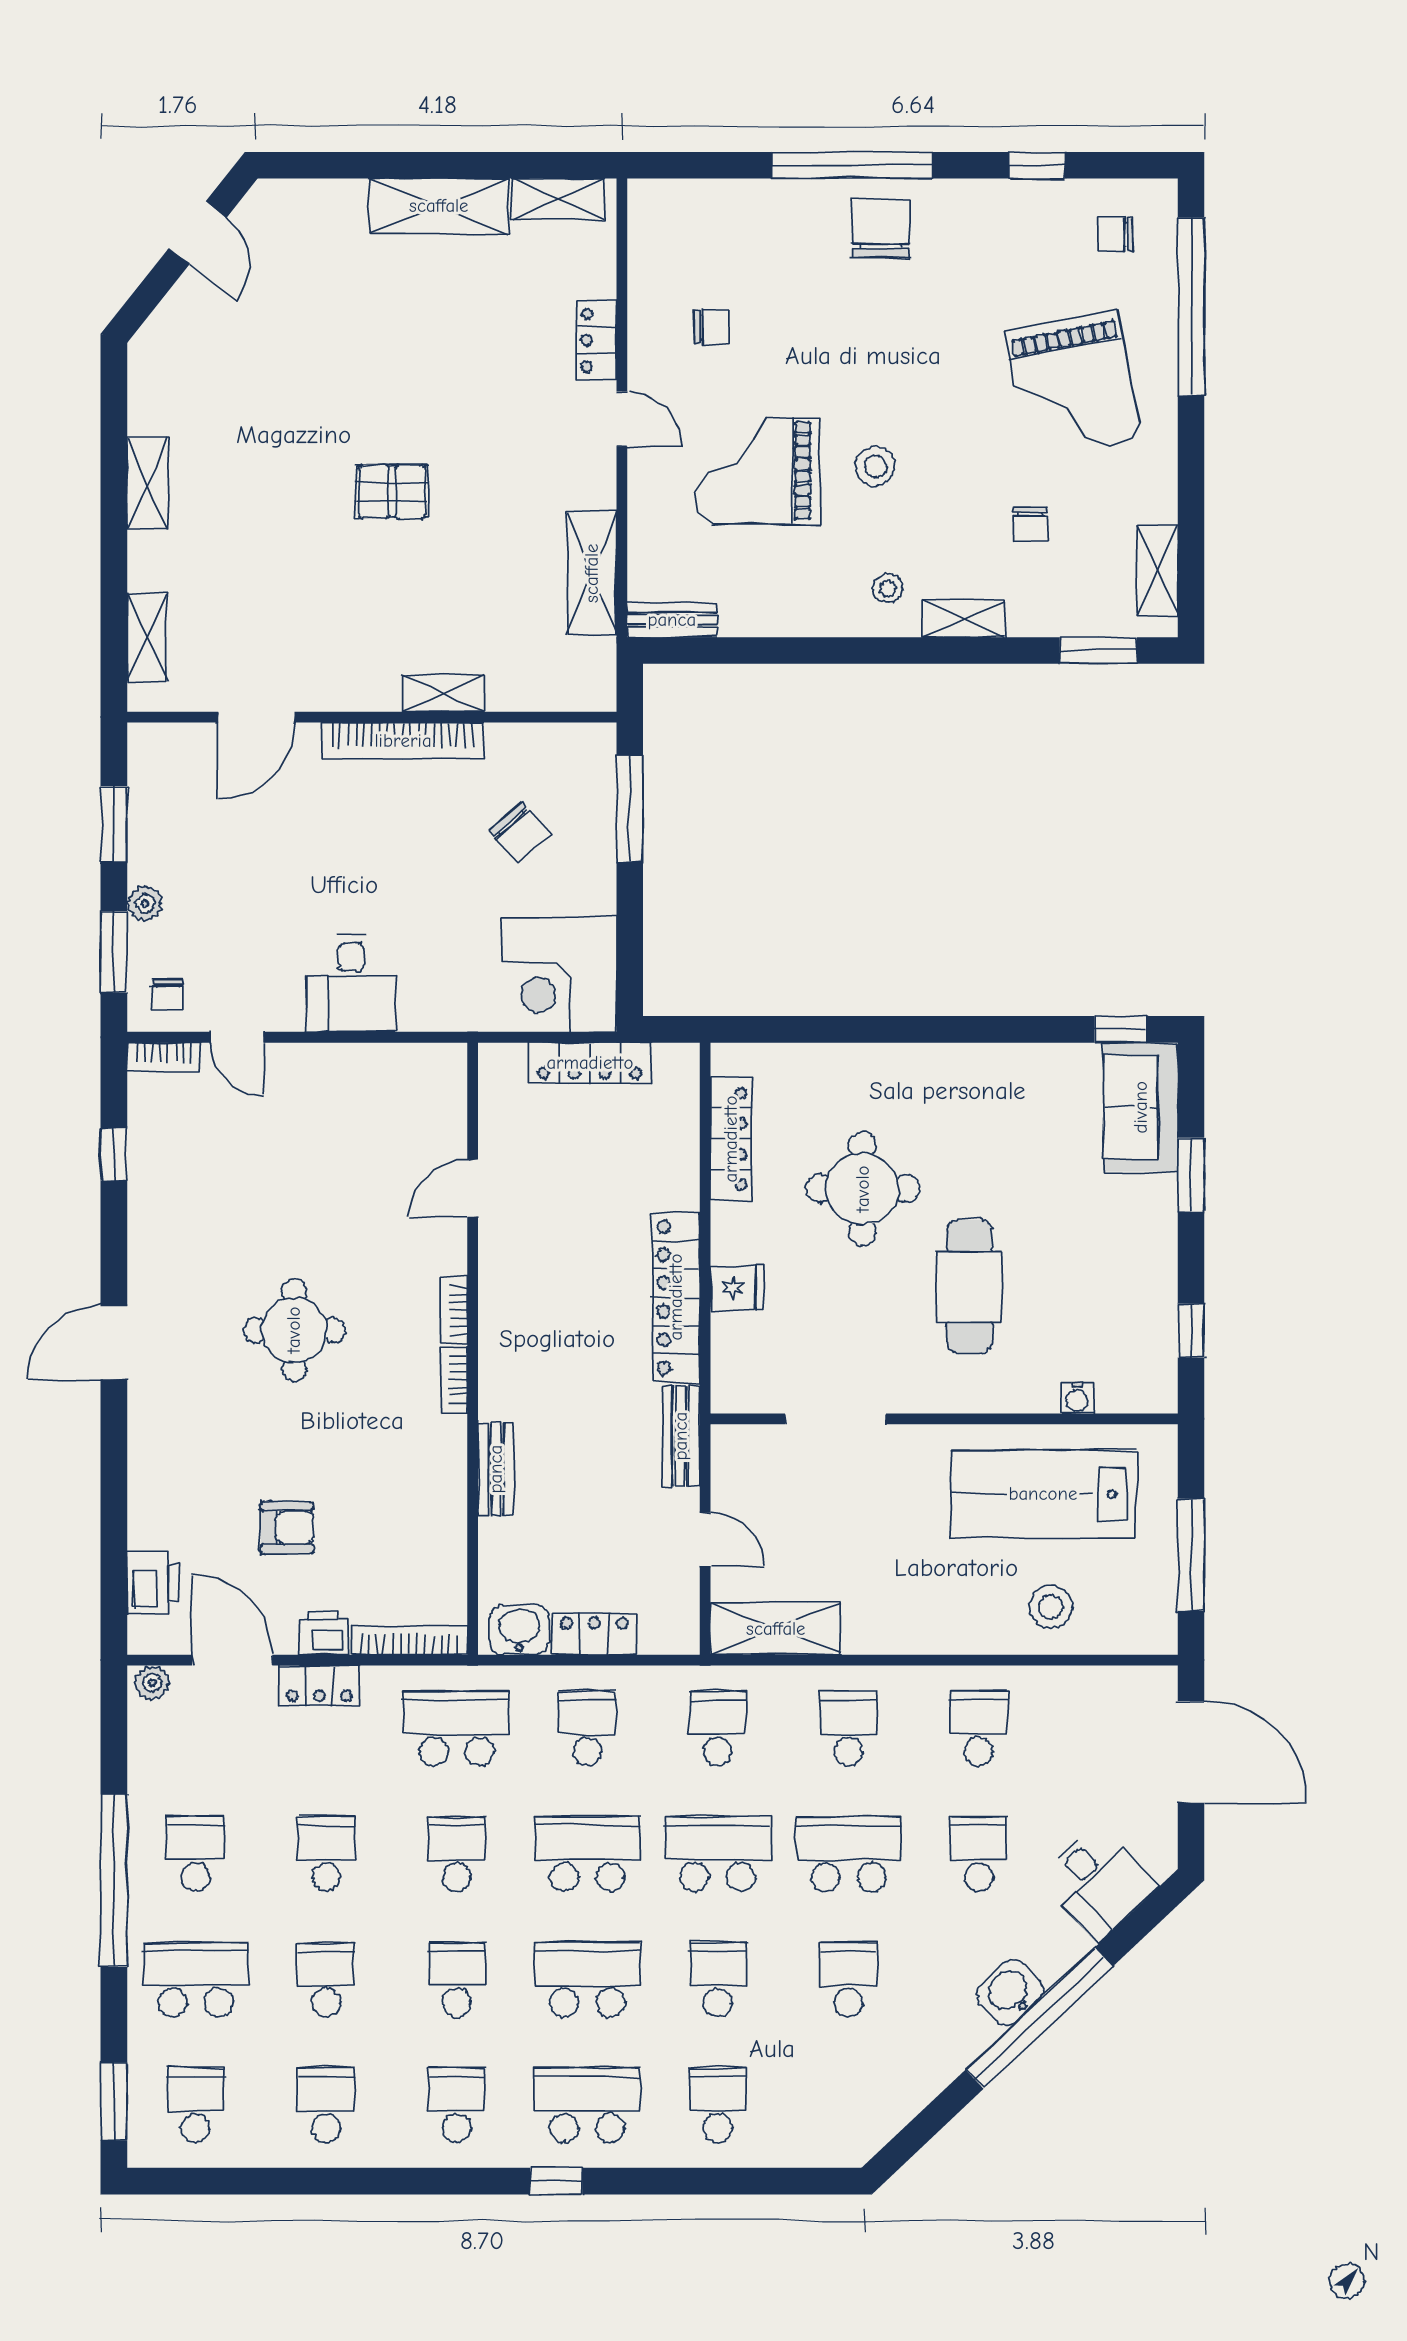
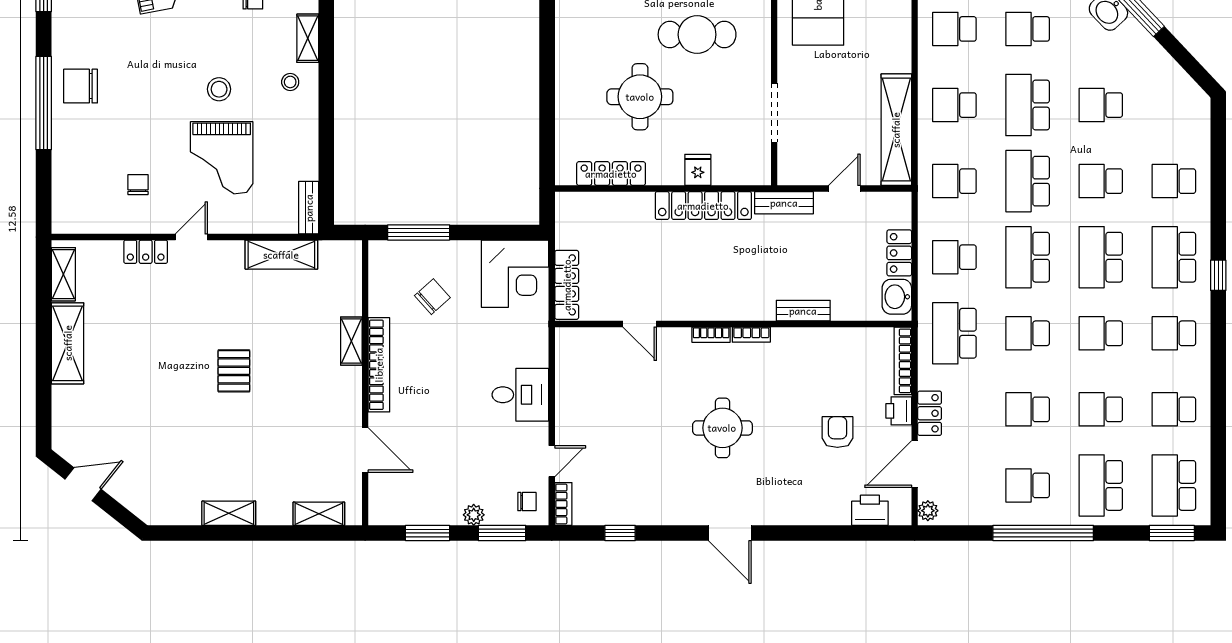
locker: (590, 1063) -> (567, 285), moved
shelving: (776, 1629) -> (896, 130), width x1.47
school desk: (196, 2105) -> (1174, 485), width x1.85

